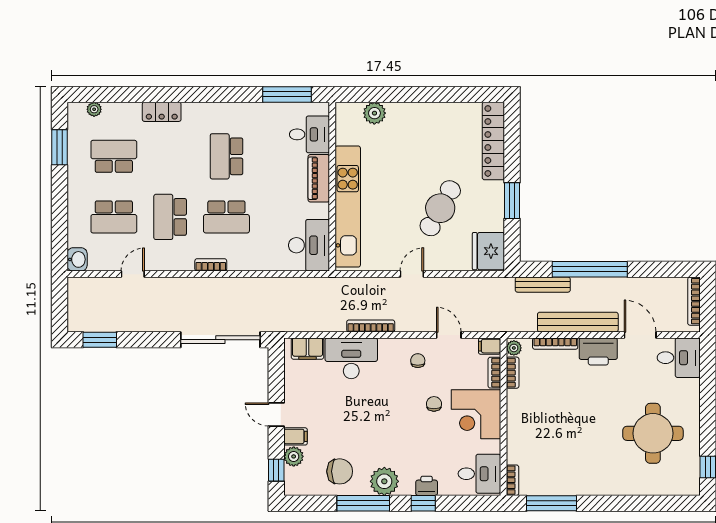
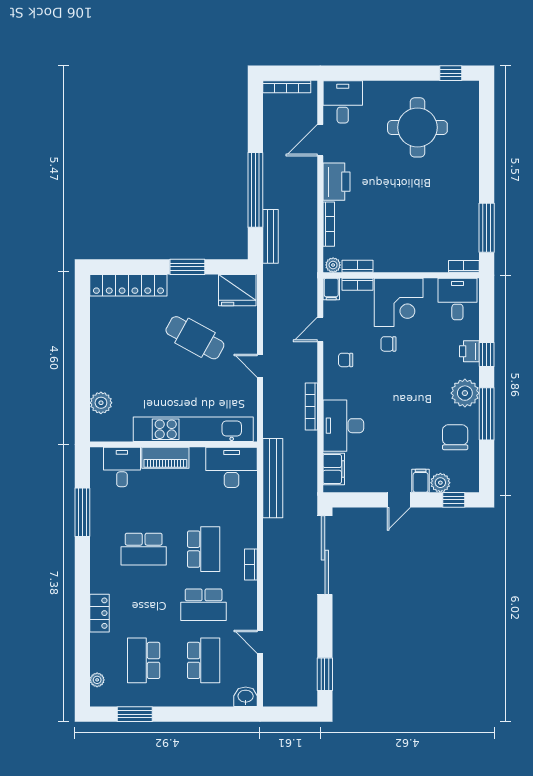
window: (287, 94) -> (82, 512), moved
bench: (578, 322) -> (273, 478), moved

